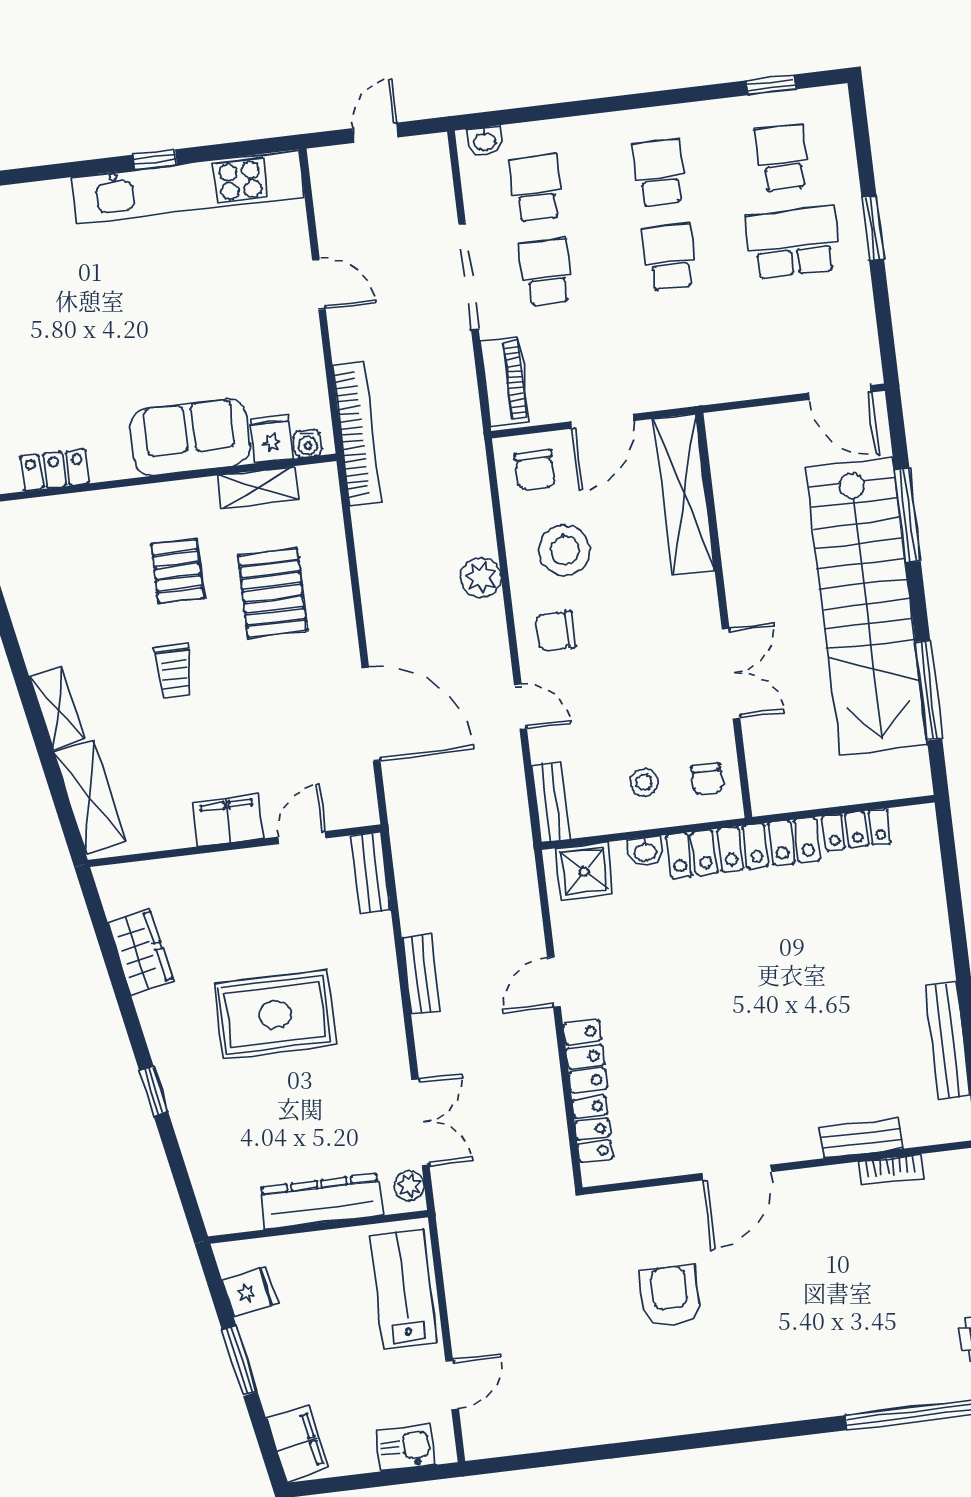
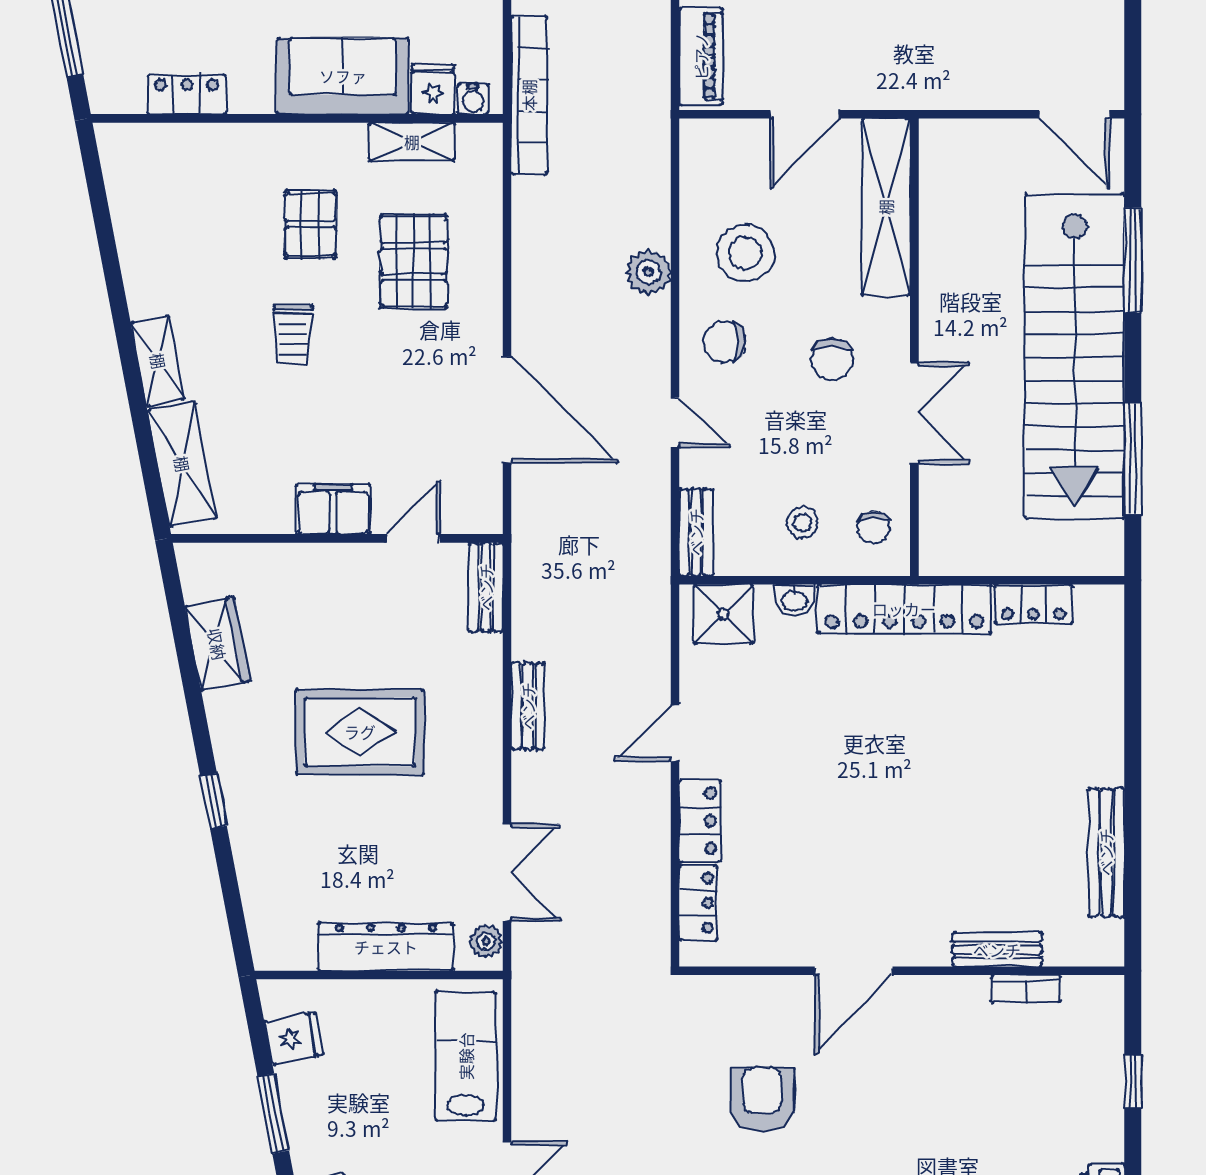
chair: (535, 470) -> (832, 359), moved

